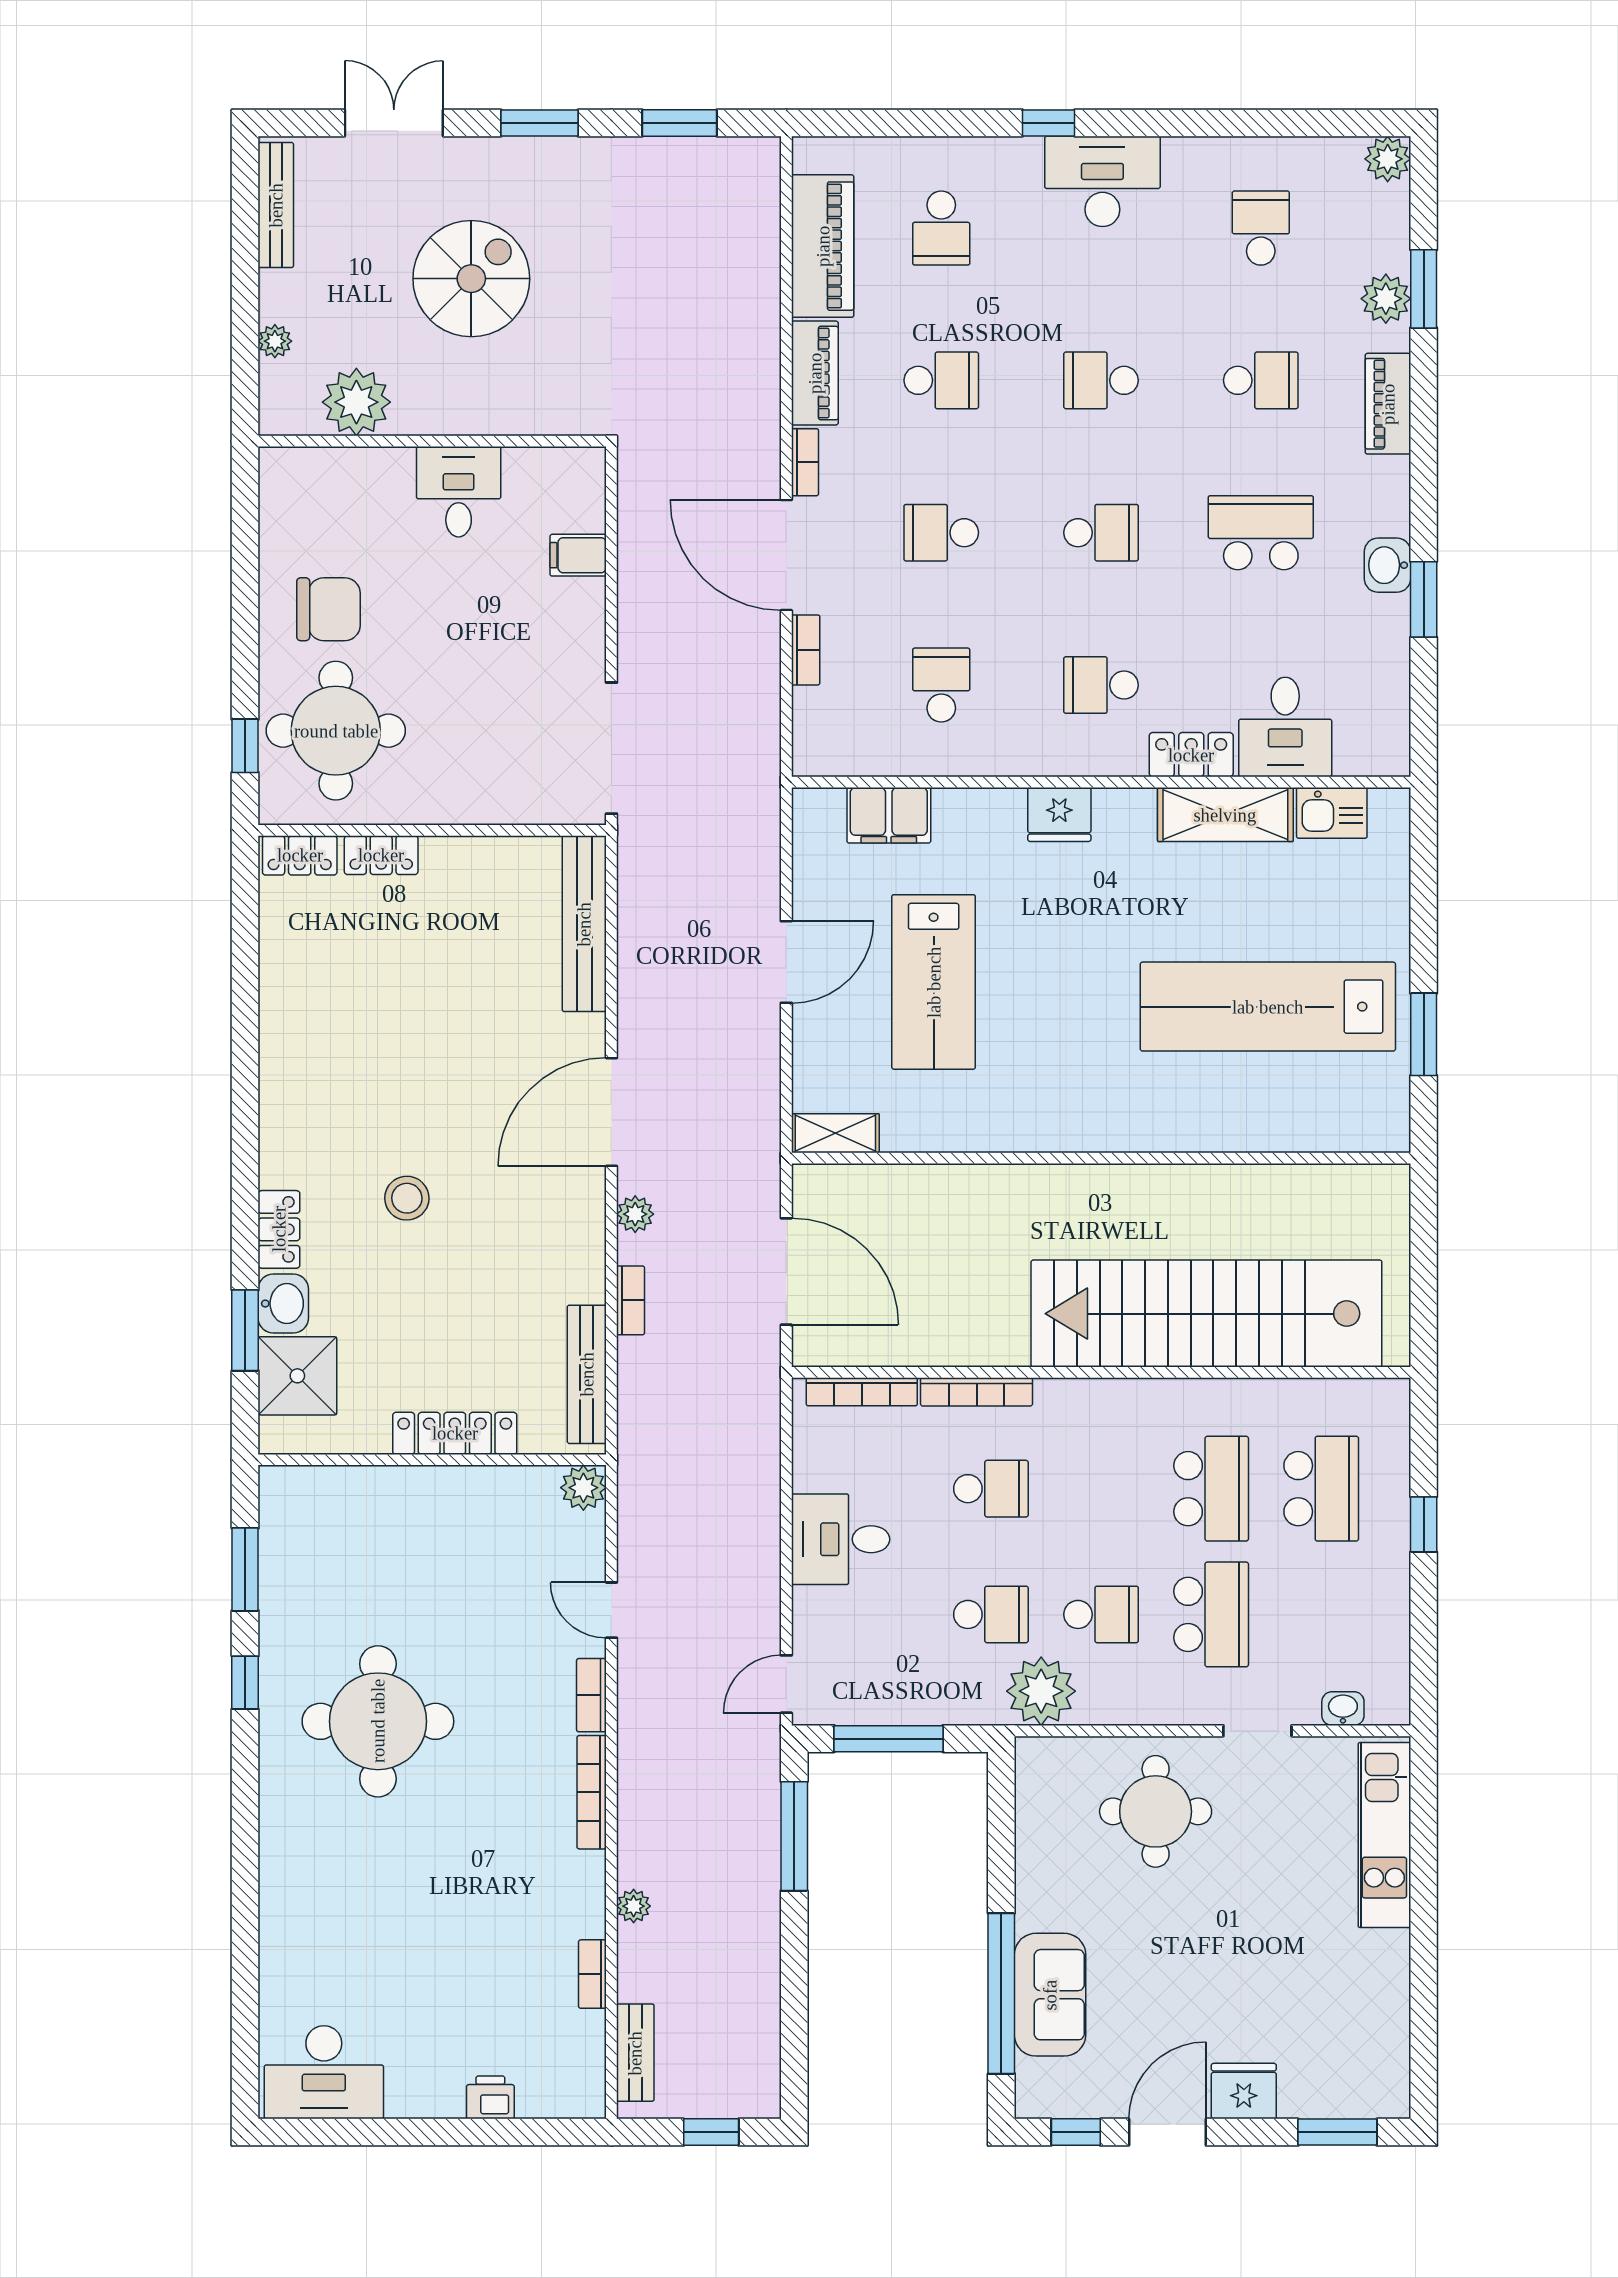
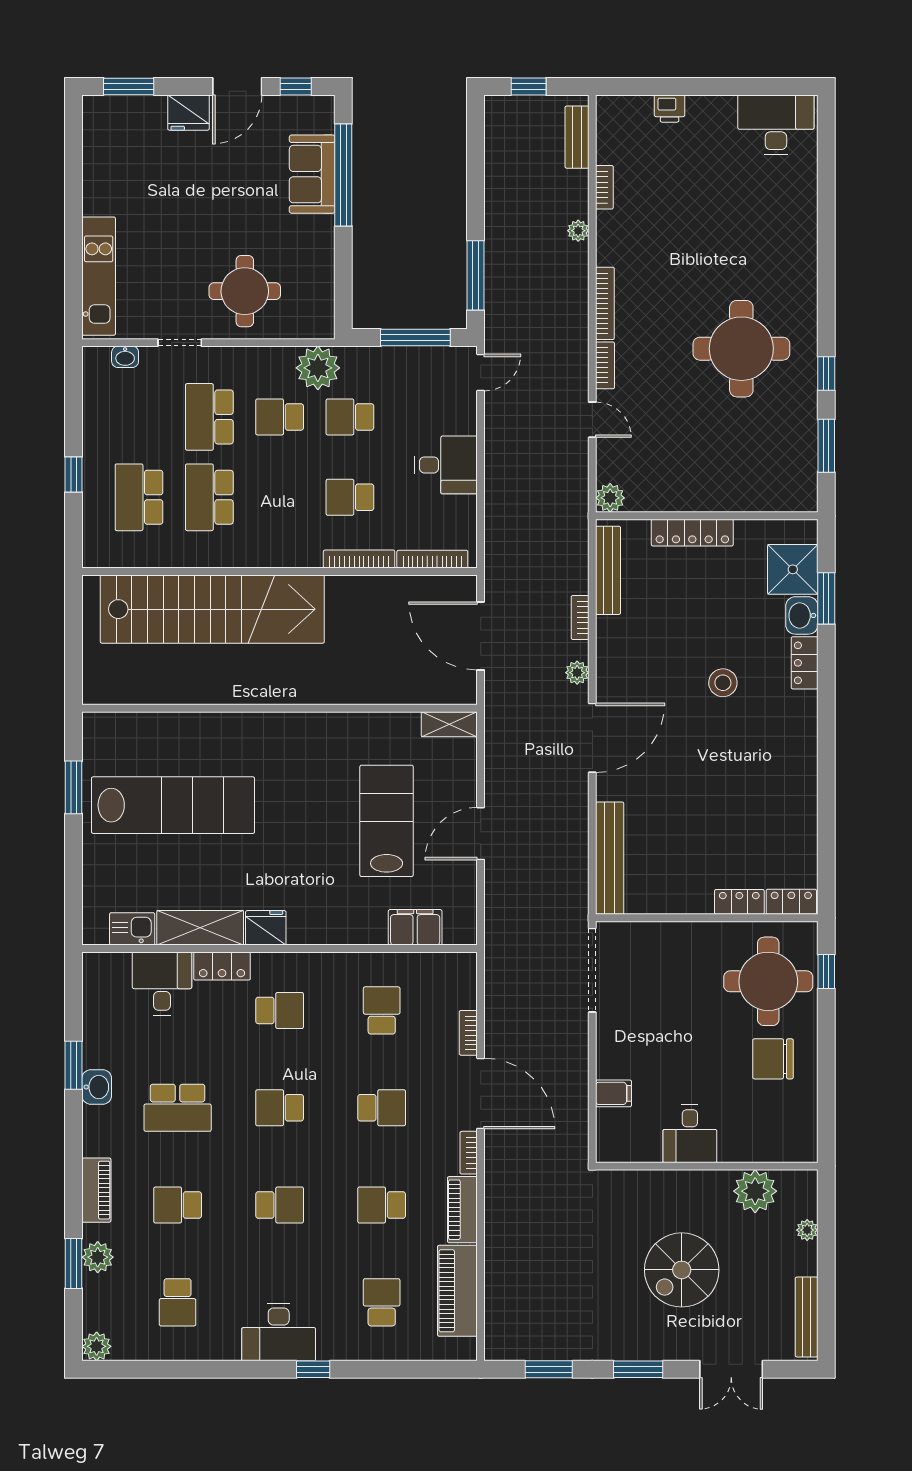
school desk: (941, 685) -> (382, 1010), turned 180
fridge: (1059, 814) -> (266, 928), moved

